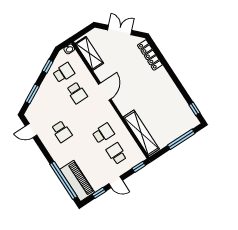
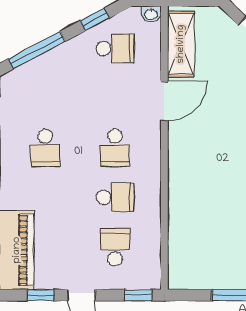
door: (105, 91) -> (164, 101), moved
school desk: (77, 93) -> (115, 148), moved
window: (32, 94) -> (37, 50), width x1.44
shelving: (141, 133) -> (181, 240), removed

